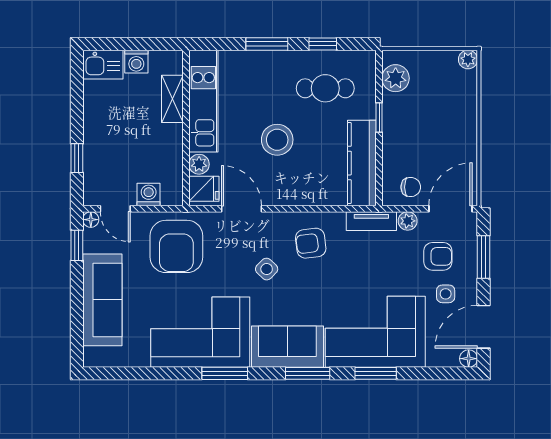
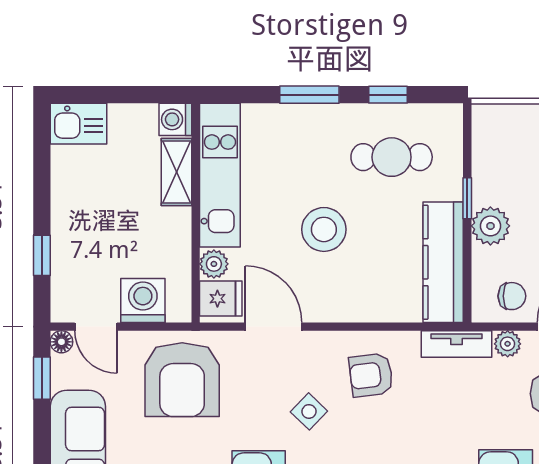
washing machine: (136, 62) -> (175, 119), moved, turned 90
plant: (396, 78) -> (490, 226), moved
washing machine: (149, 194) -> (143, 300), width x1.38, depth x1.38

